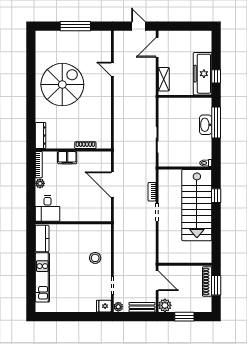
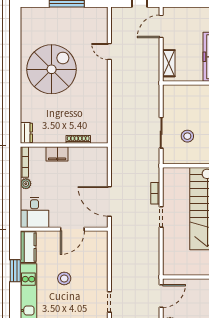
dresser: (41, 136) -> (26, 133), width x0.70
stool: (180, 142) -> (187, 136), added
door: (112, 185) -> (109, 201), moved
door: (80, 223) -> (72, 229), added
stool: (95, 258) -> (64, 278), moved
window: (31, 259) -> (15, 271), added
door: (157, 281) -> (161, 296), hinge flipped

